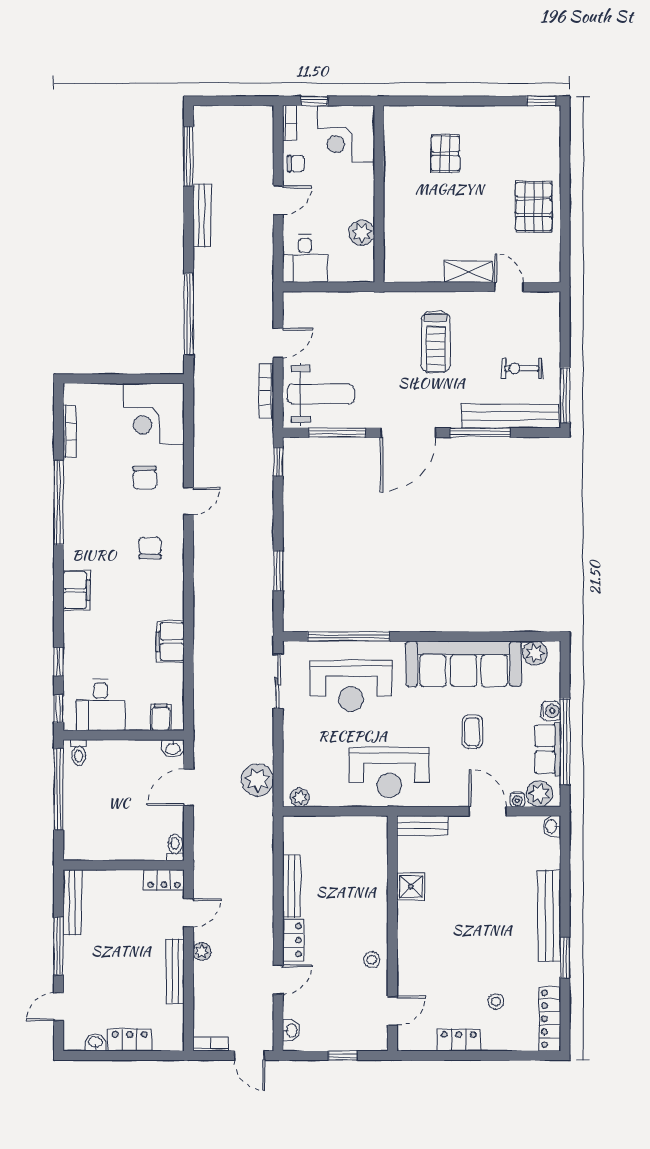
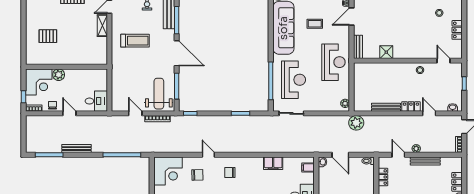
plant: (362, 233) -> (59, 75), moved
plant: (258, 780) -> (356, 123), moved
locker: (164, 880) -> (383, 177), moved

